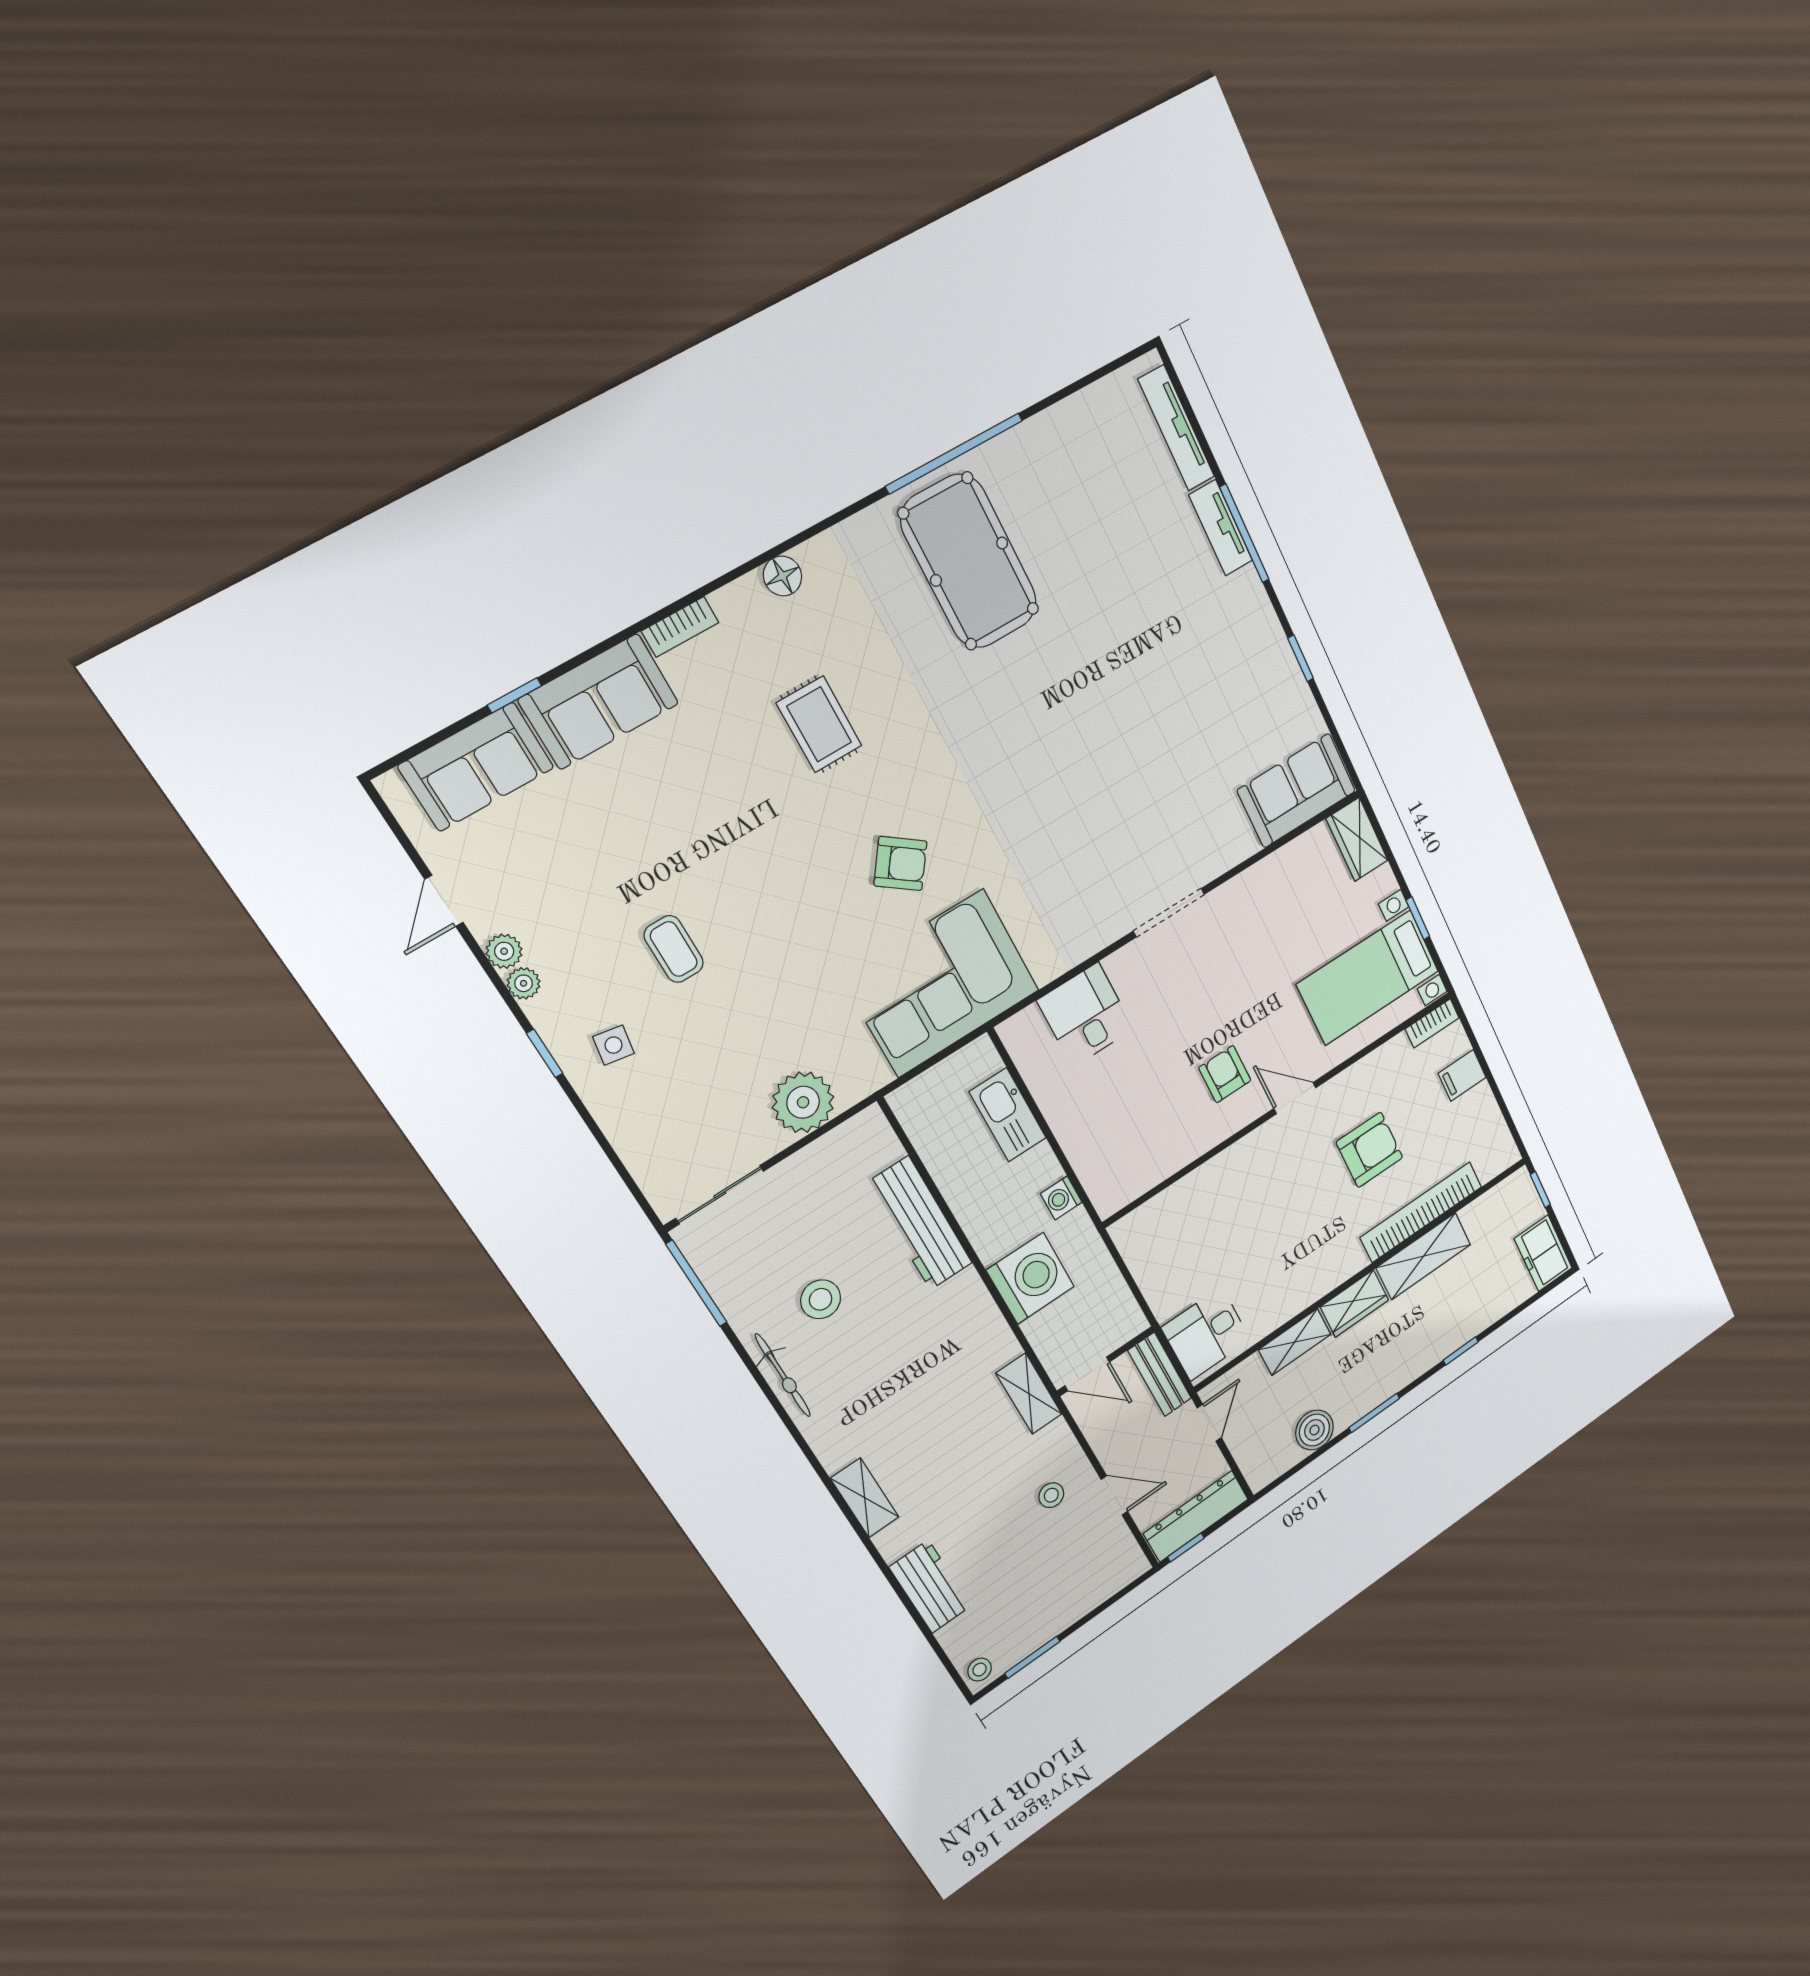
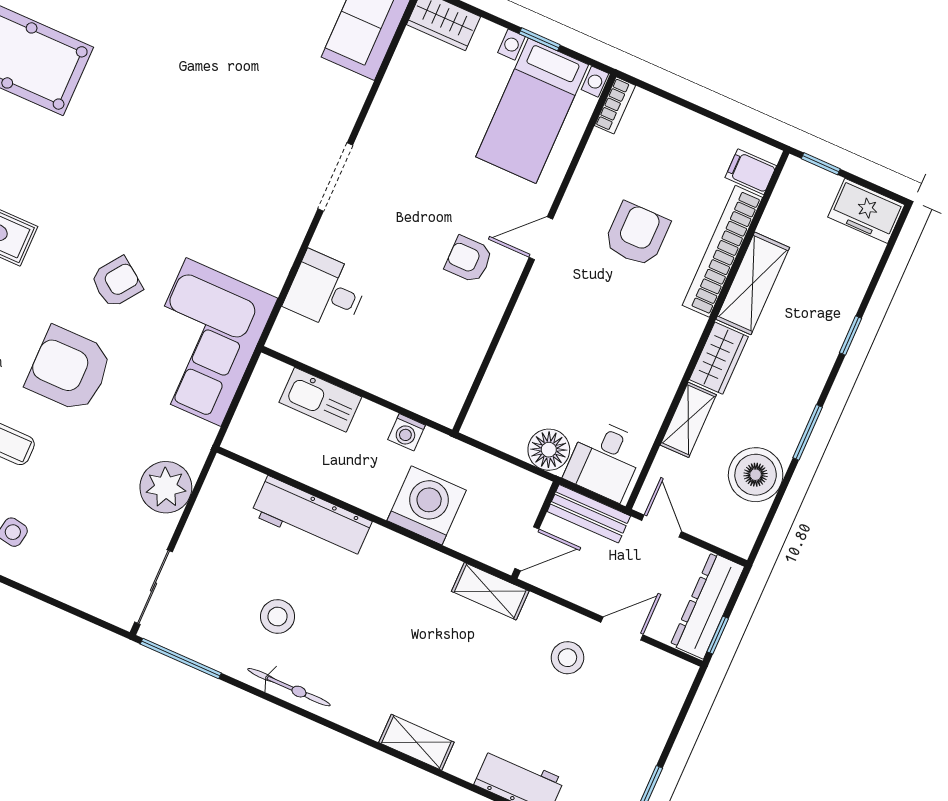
armchair: (792, 917) -> (69, 369), added
filing cabinet: (1462, 1075) -> (751, 172), moved, turned 90
floor lamp: (1168, 1295) -> (549, 450), added
boiler: (1314, 1430) -> (756, 475), width x1.37, depth x1.37
stool: (1051, 1495) -> (567, 658), width x1.37, depth x1.37

